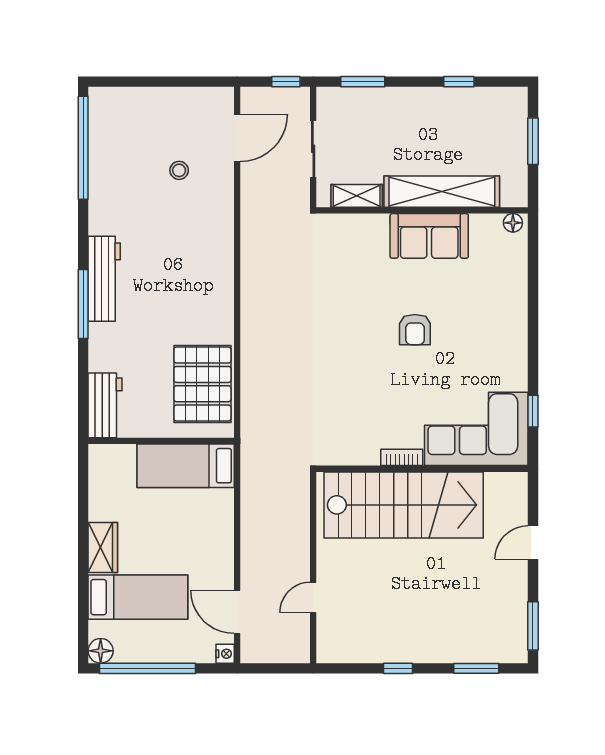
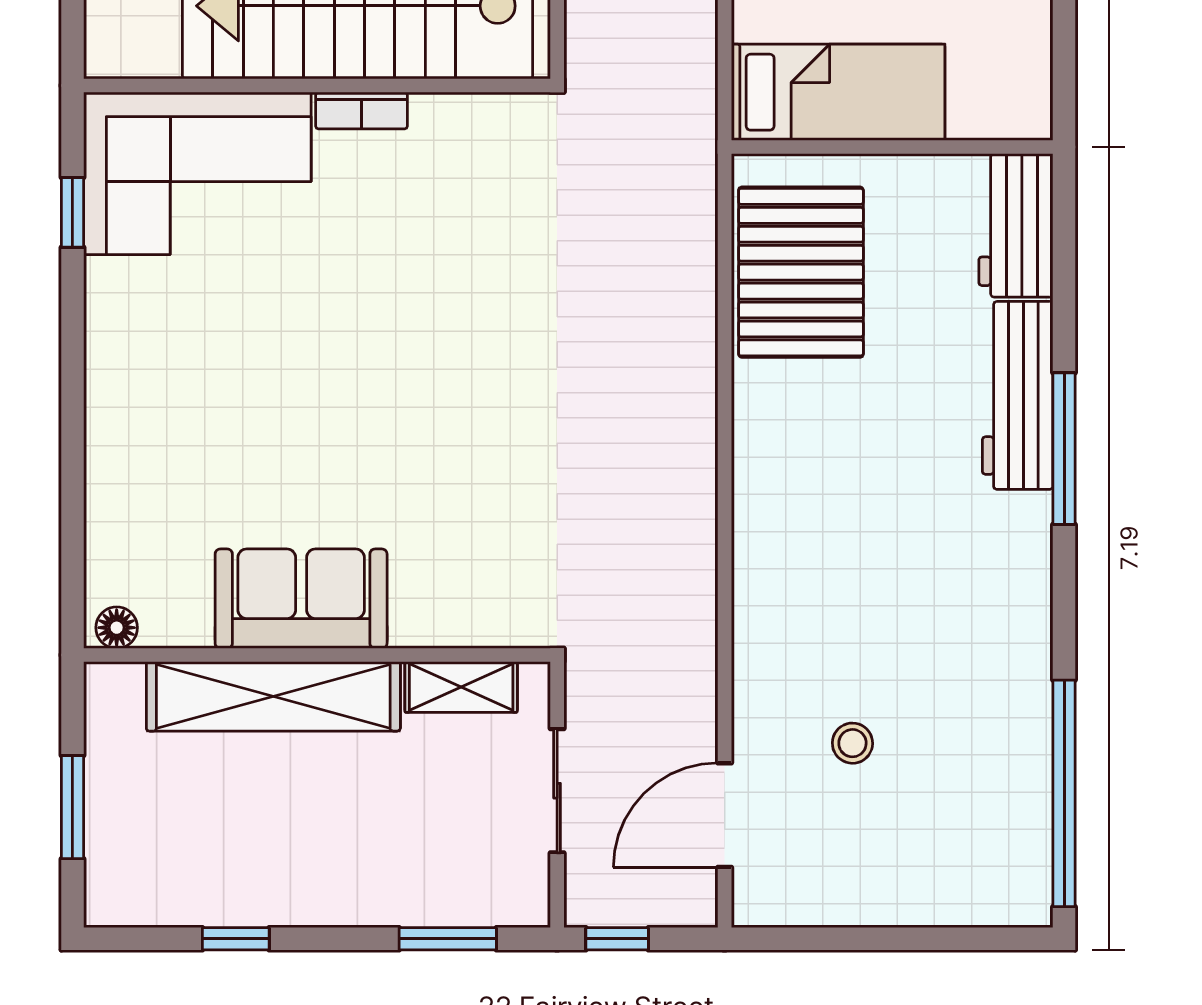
workbench: (104, 279) -> (1018, 395), moved
armchair: (415, 330) -> (333, 392), removed

